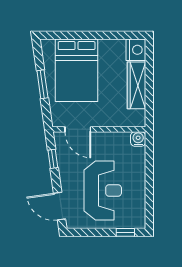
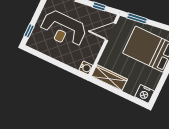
window: (42, 84) -> (137, 18), moved
wardrobe: (136, 85) -> (109, 78), moved

